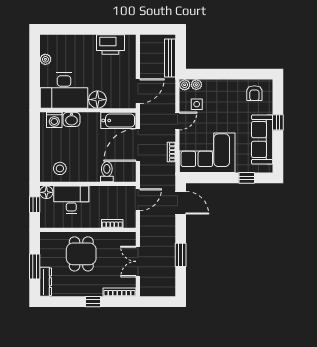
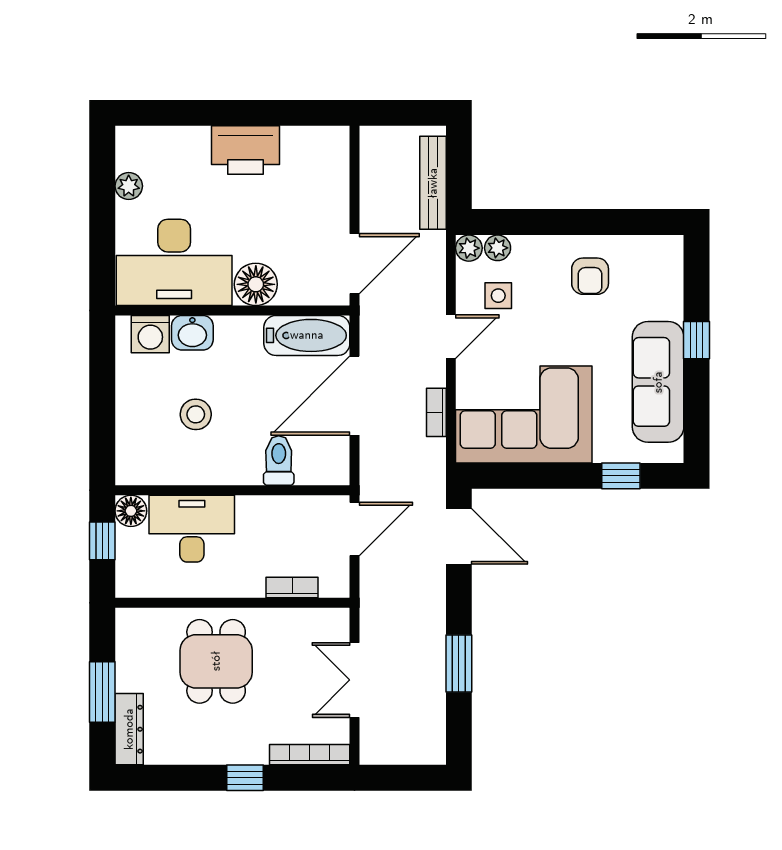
printer: (110, 45) -> (245, 150), moved
armchair: (254, 93) -> (590, 276), moved
stool: (60, 168) -> (196, 414), moved

